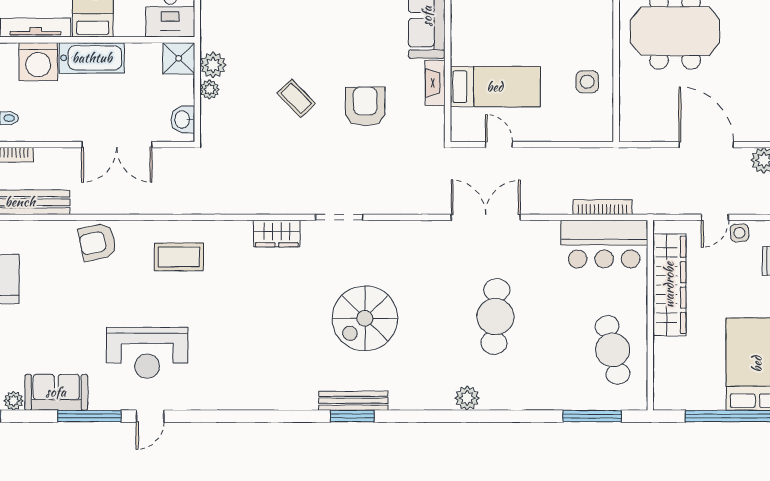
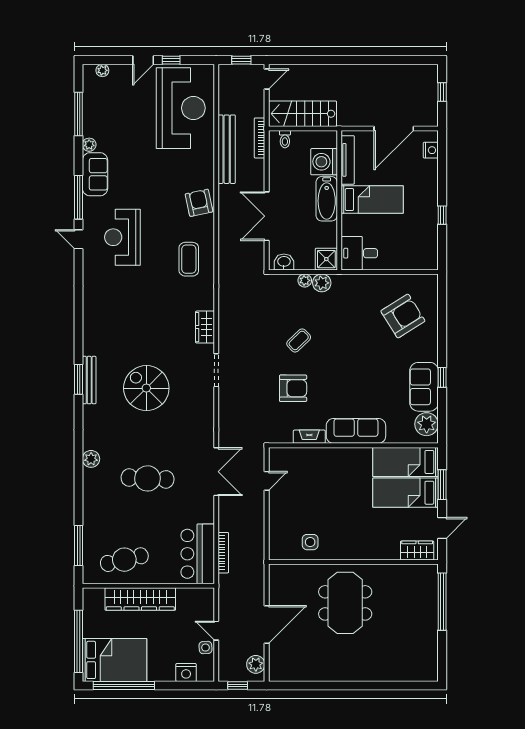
bed: (495, 87) -> (307, 478), removed
wardrobe: (669, 285) -> (140, 599), moved

